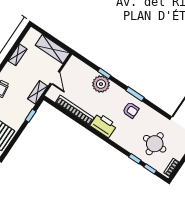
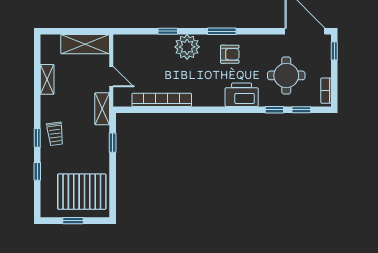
plant: (101, 84) -> (187, 47), moved
printer: (104, 125) -> (242, 95), moved

